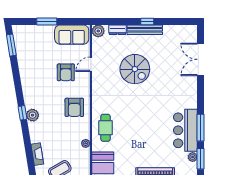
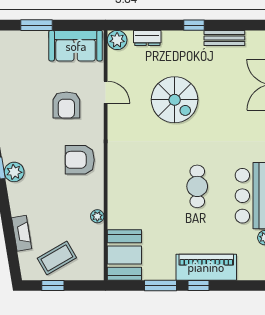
bench: (145, 30) -> (224, 38), moved, width x0.73
door: (91, 64) -> (106, 92), swing flipped
armchair: (74, 107) -> (80, 160), turned 90
cafe table: (105, 128) -> (197, 186), moved

